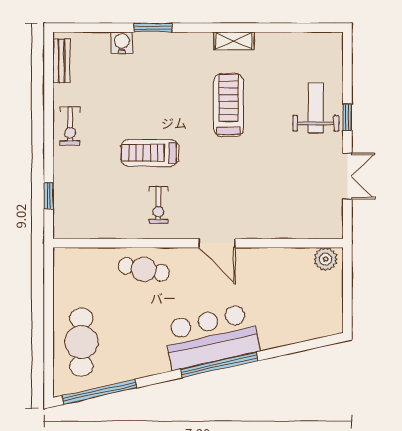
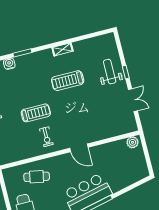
treadmill: (228, 105) -> (68, 81), turned -90
treadmill: (150, 153) -> (36, 113), turned 180
cafe table: (144, 269) -> (37, 177), moved

